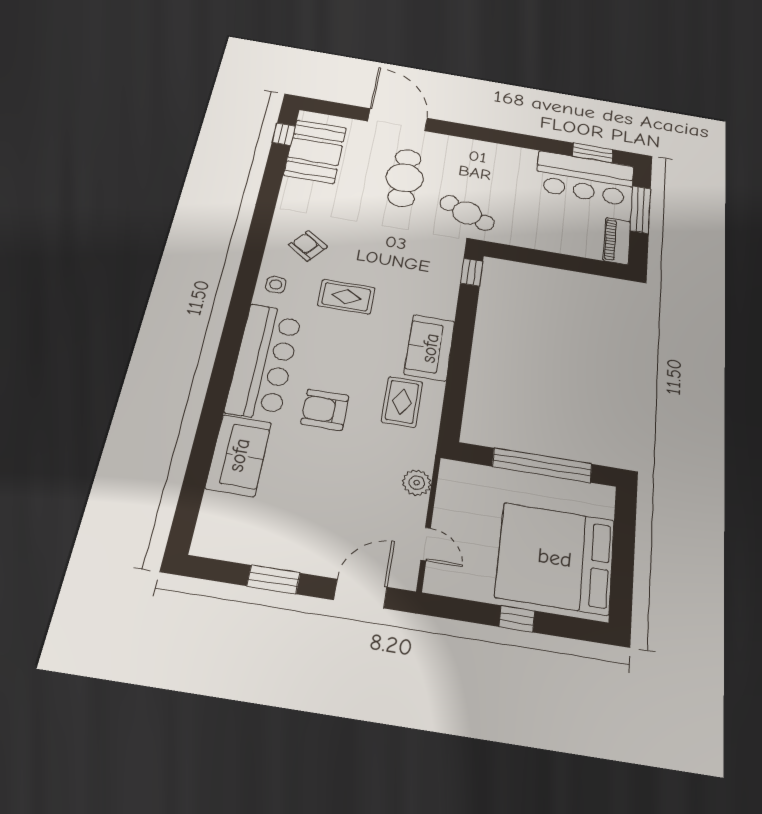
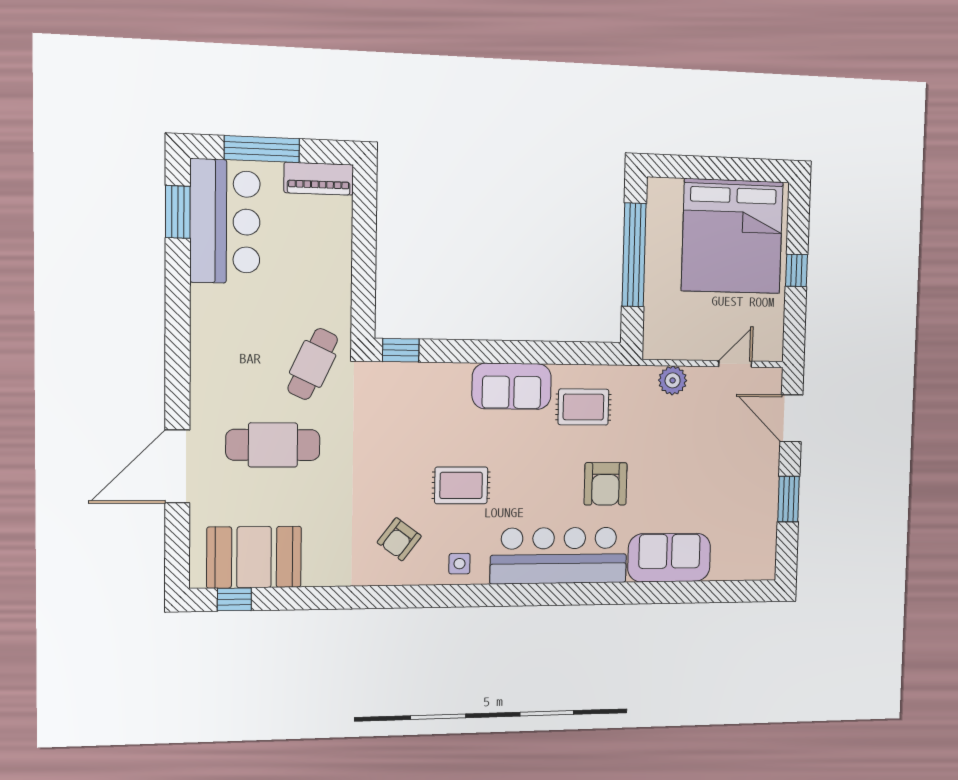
rug: (346, 297) -> (461, 485), turned 90

